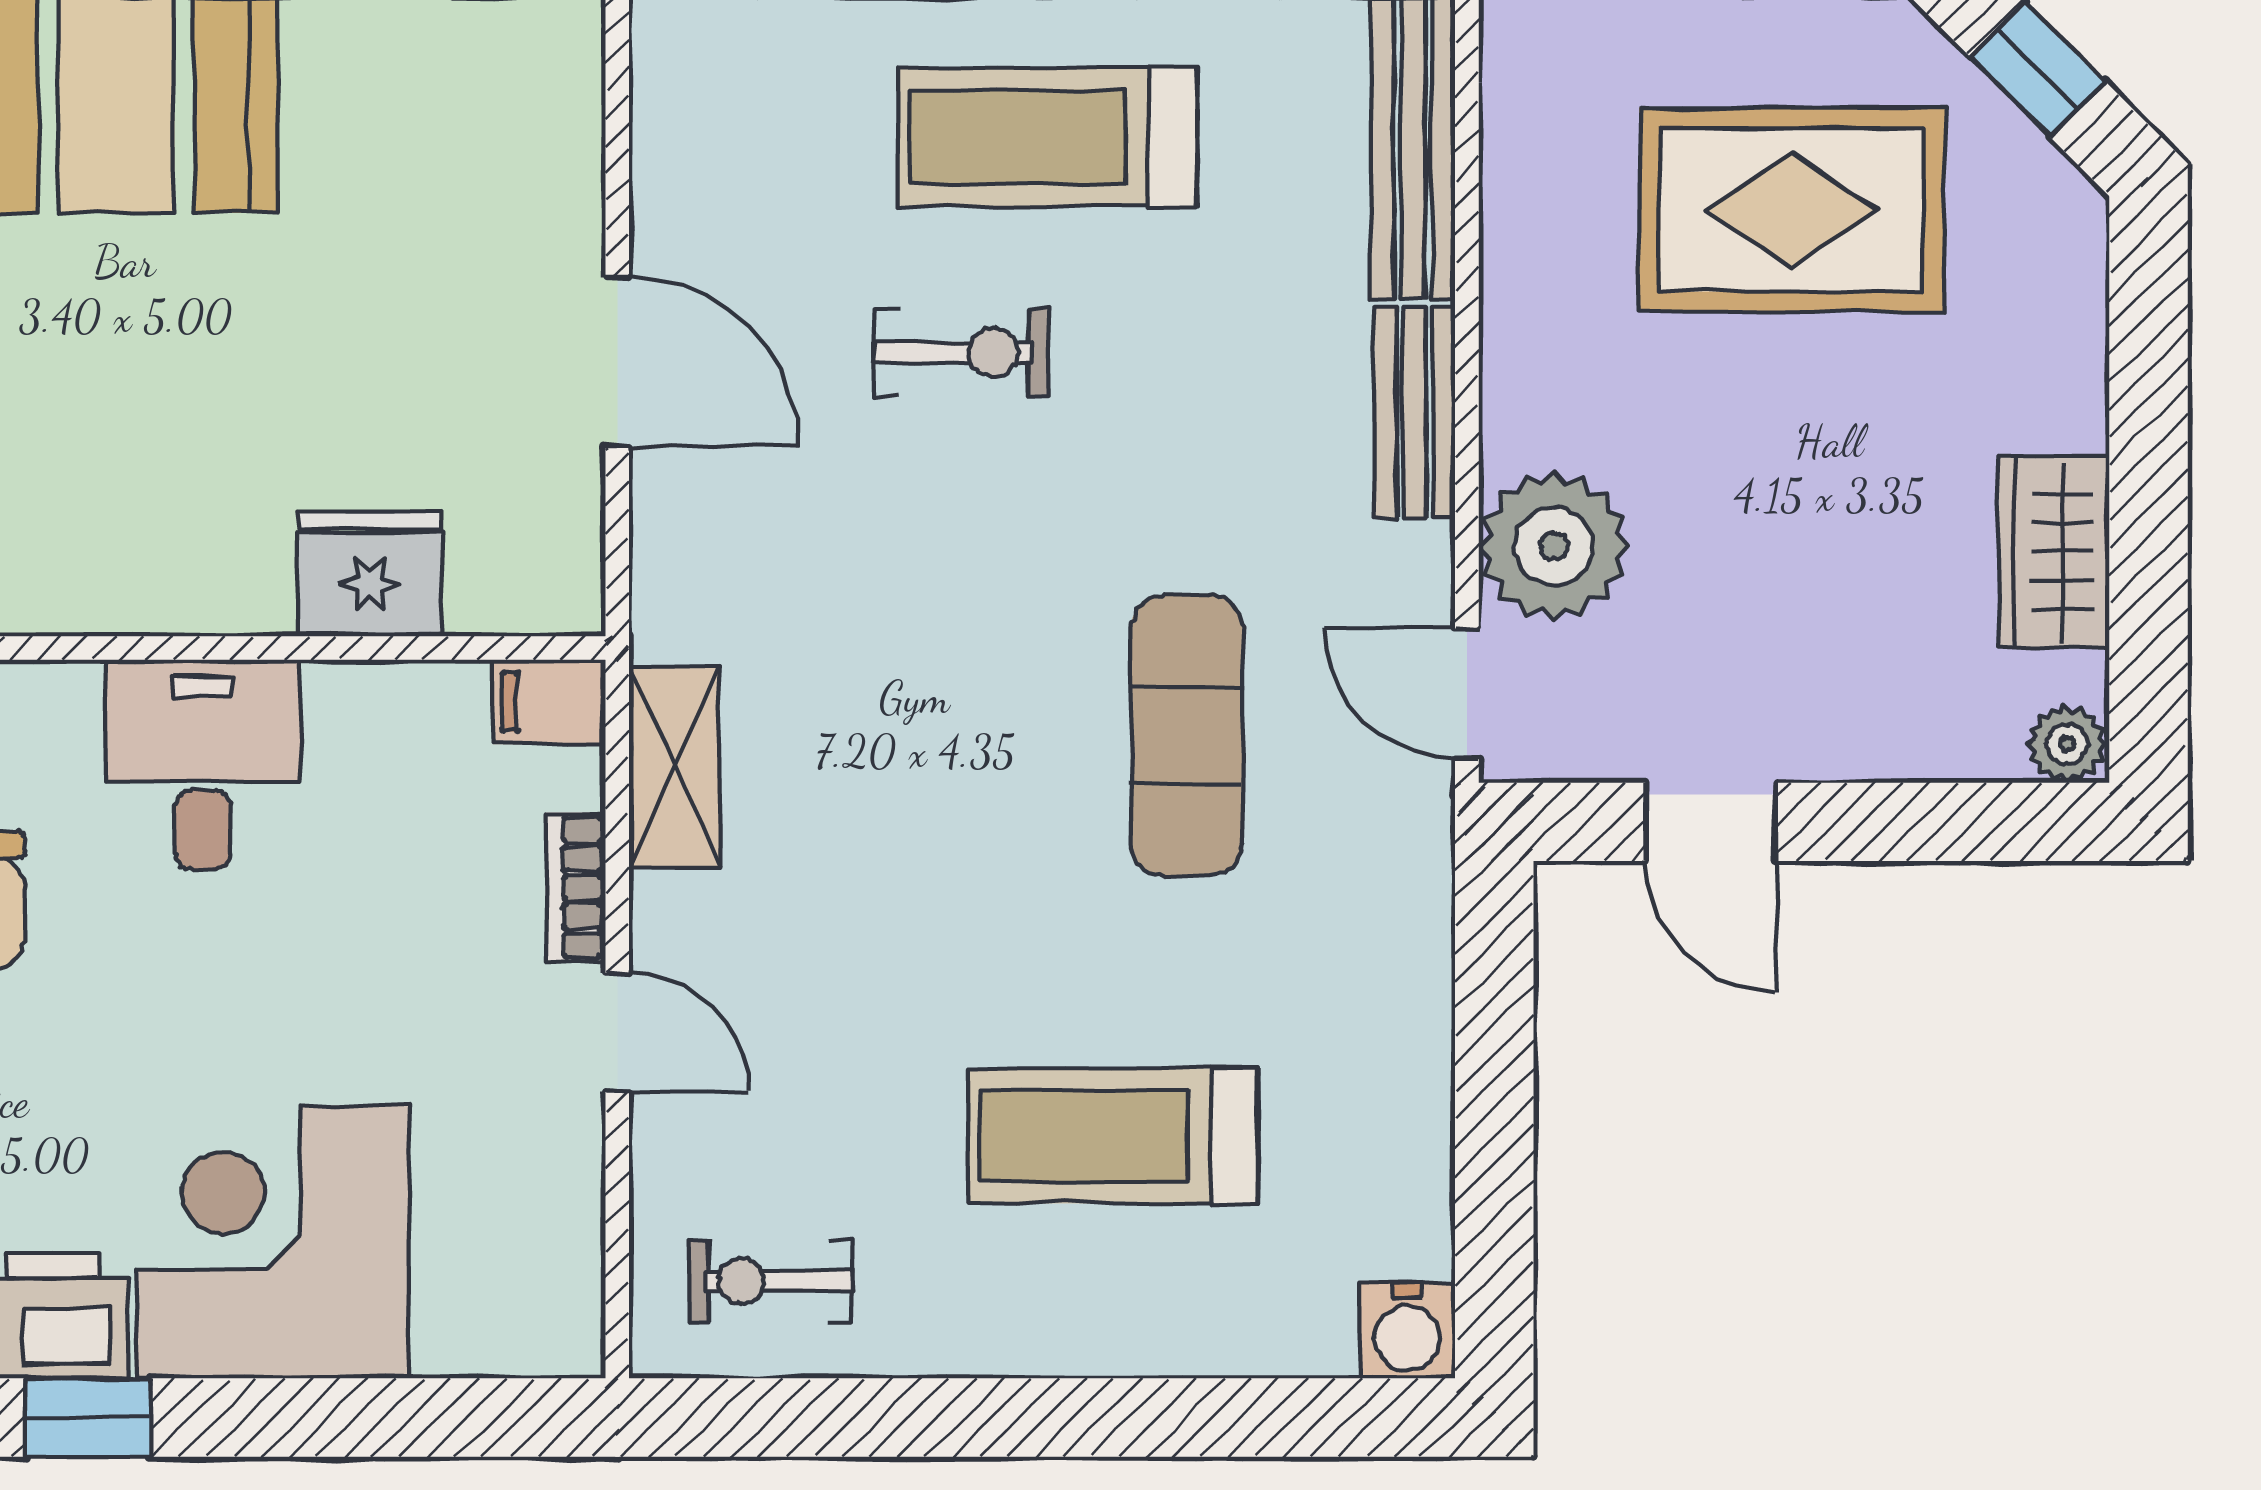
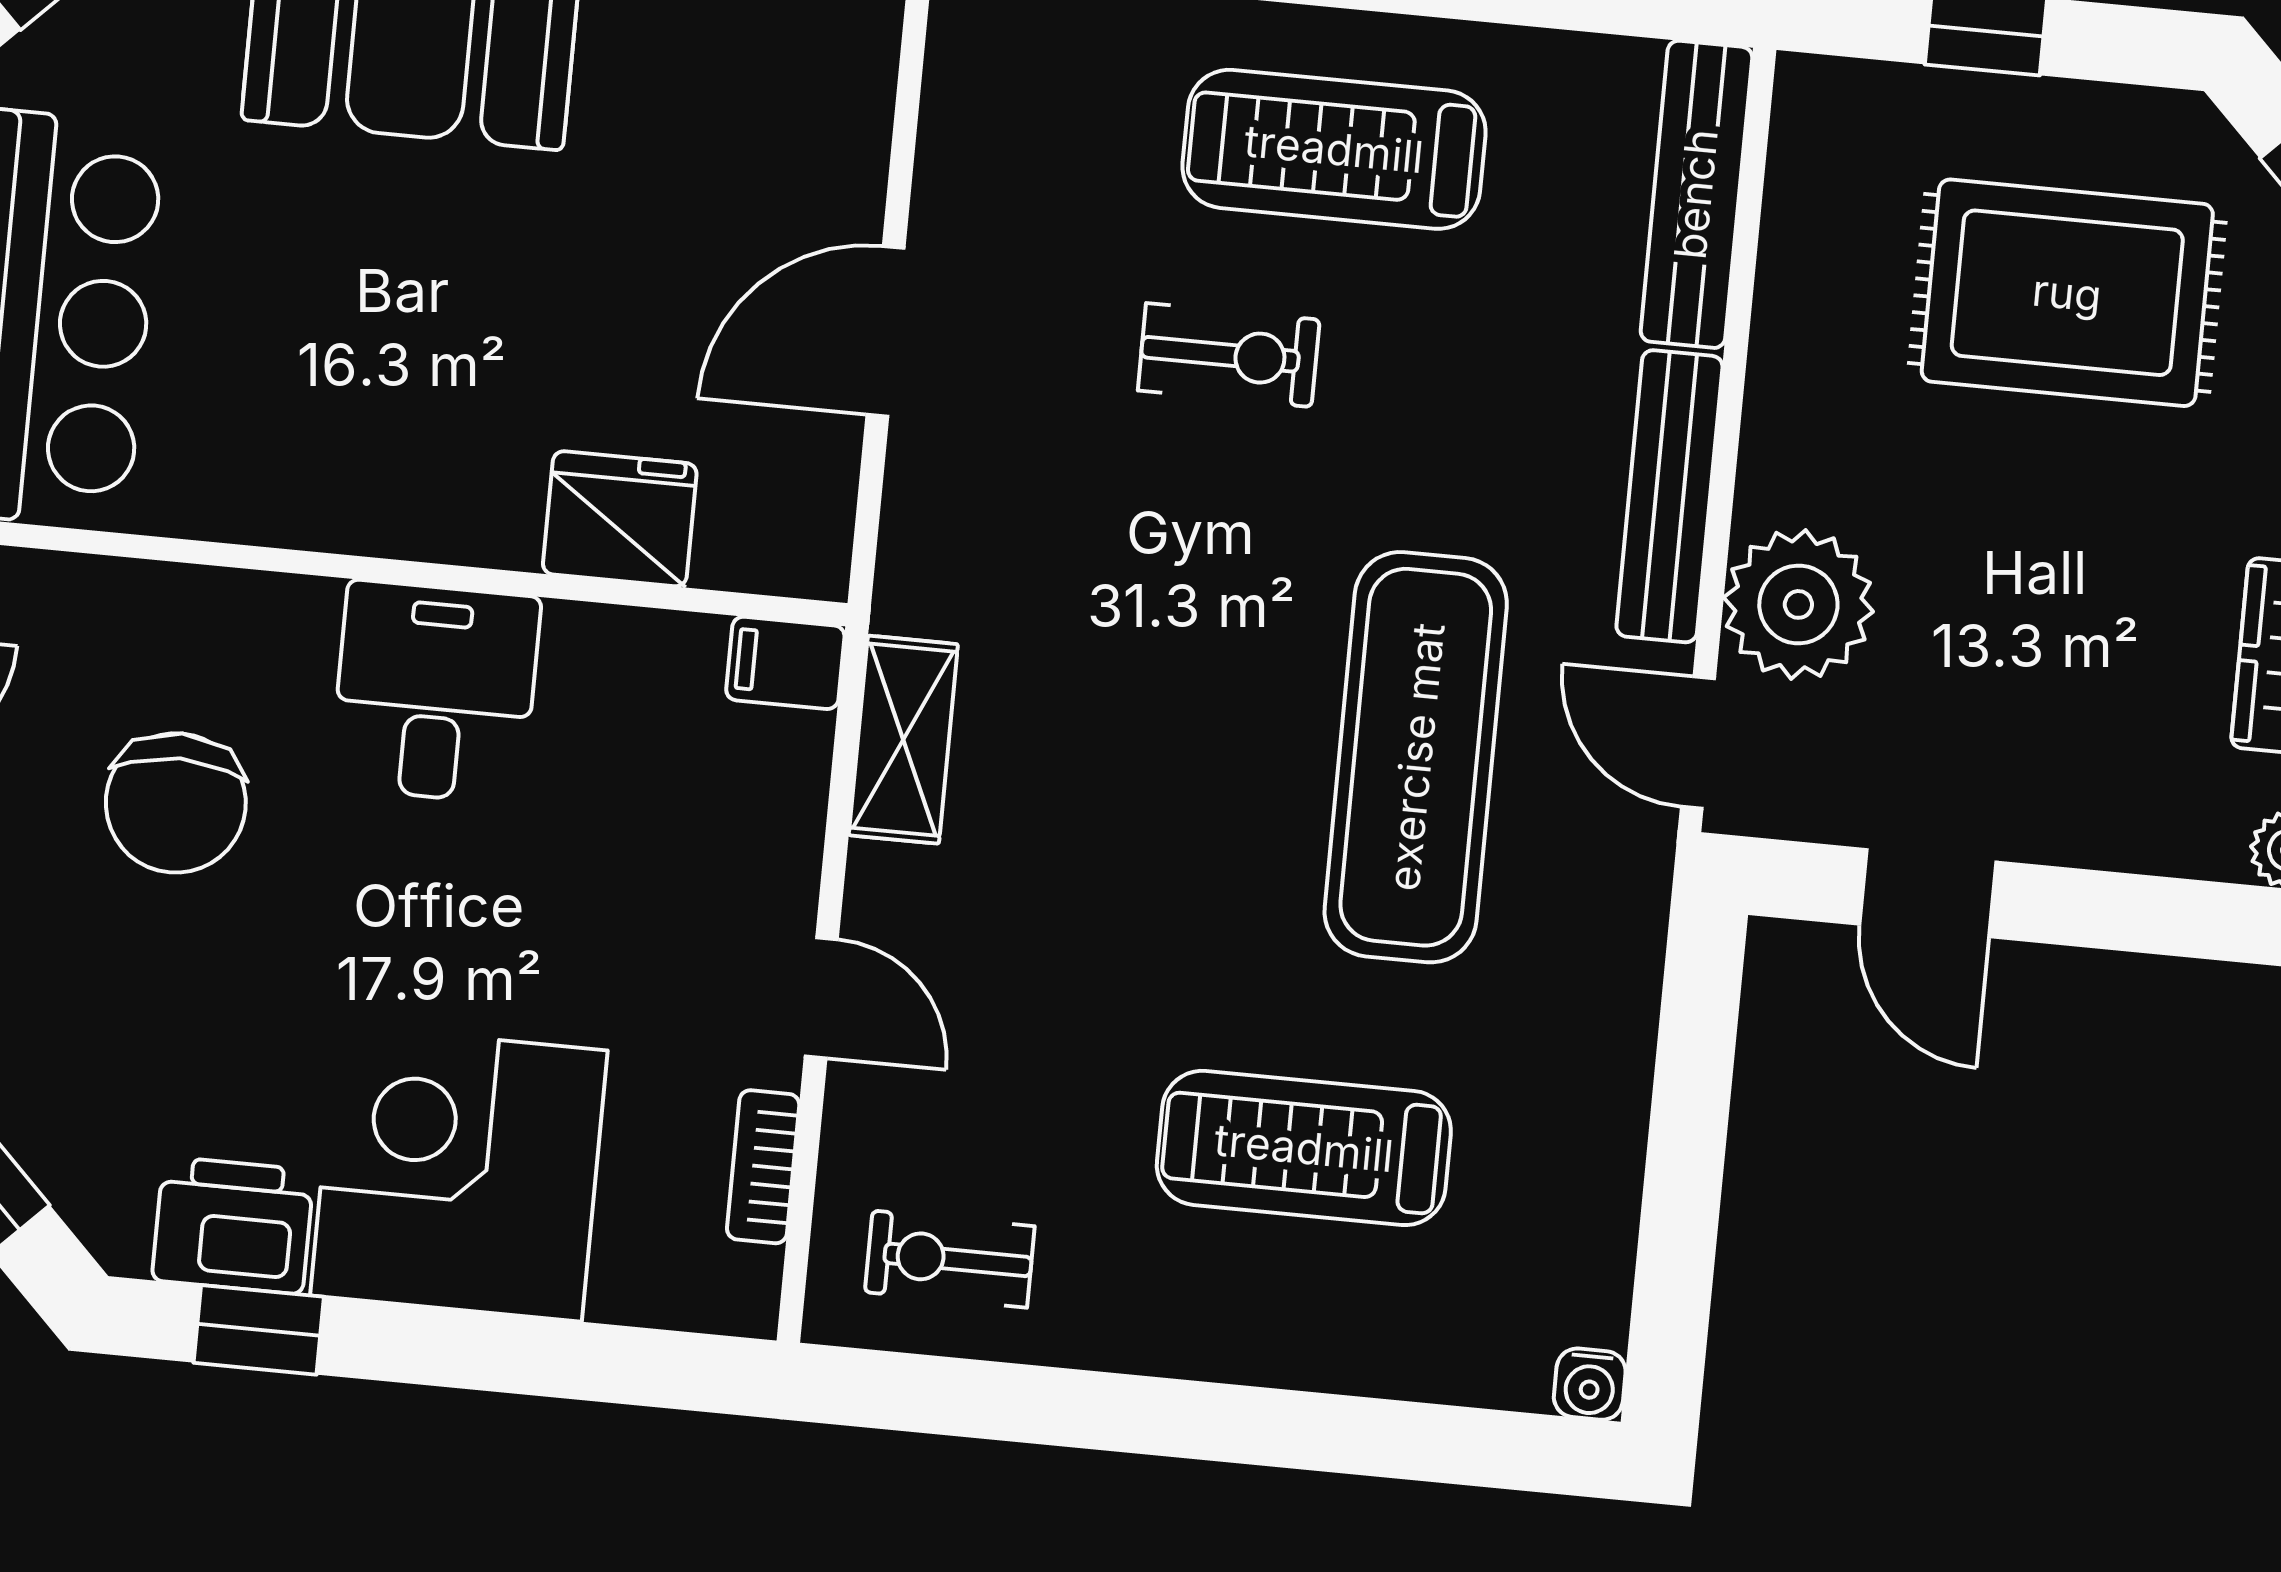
door: (617, 362) -> (886, 331), swing flipped
bench: (1415, 412) -> (1669, 496), width x1.36
exercise mat: (1187, 735) -> (1416, 757), width x1.36, depth x1.45
bookcase: (575, 888) -> (763, 1167), moved
water cooler: (1407, 1331) -> (1590, 1384), width x0.72, depth x0.72

